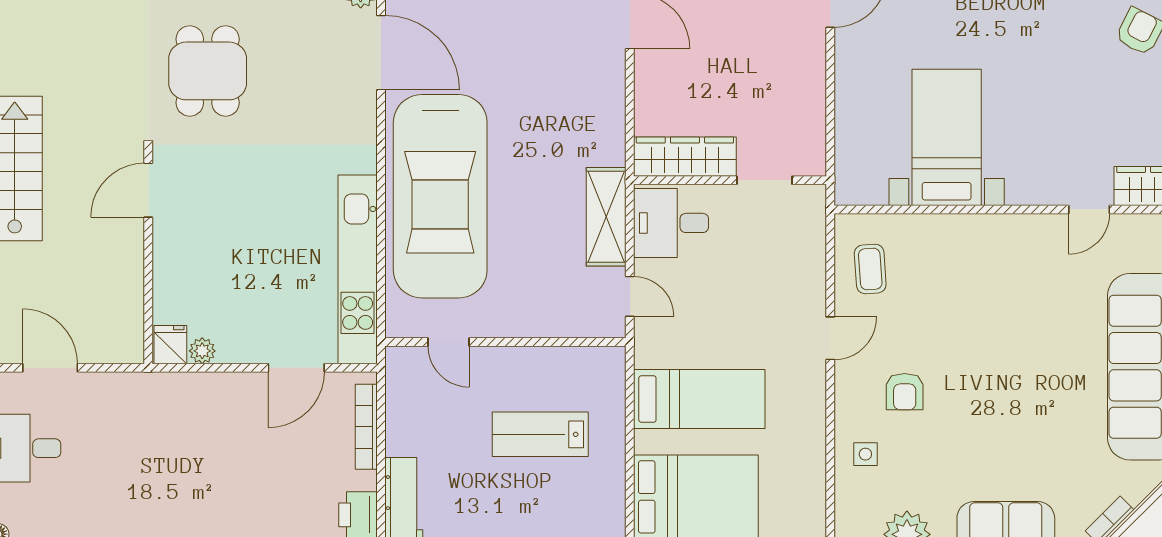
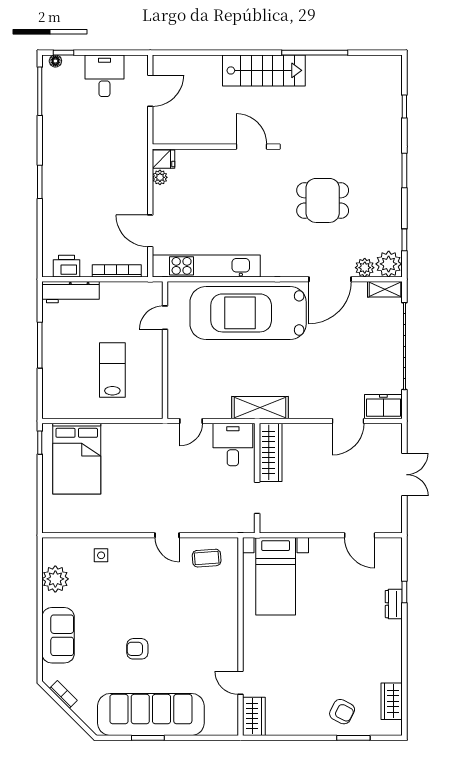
dining table: (208, 71) -> (323, 200), moved
bed with nightstands: (947, 137) -> (276, 576), moved, turned 90
shelving: (606, 217) -> (260, 408), moved
armchair: (905, 392) -> (137, 649), moved
bed: (699, 399) -> (133, 461), removed

